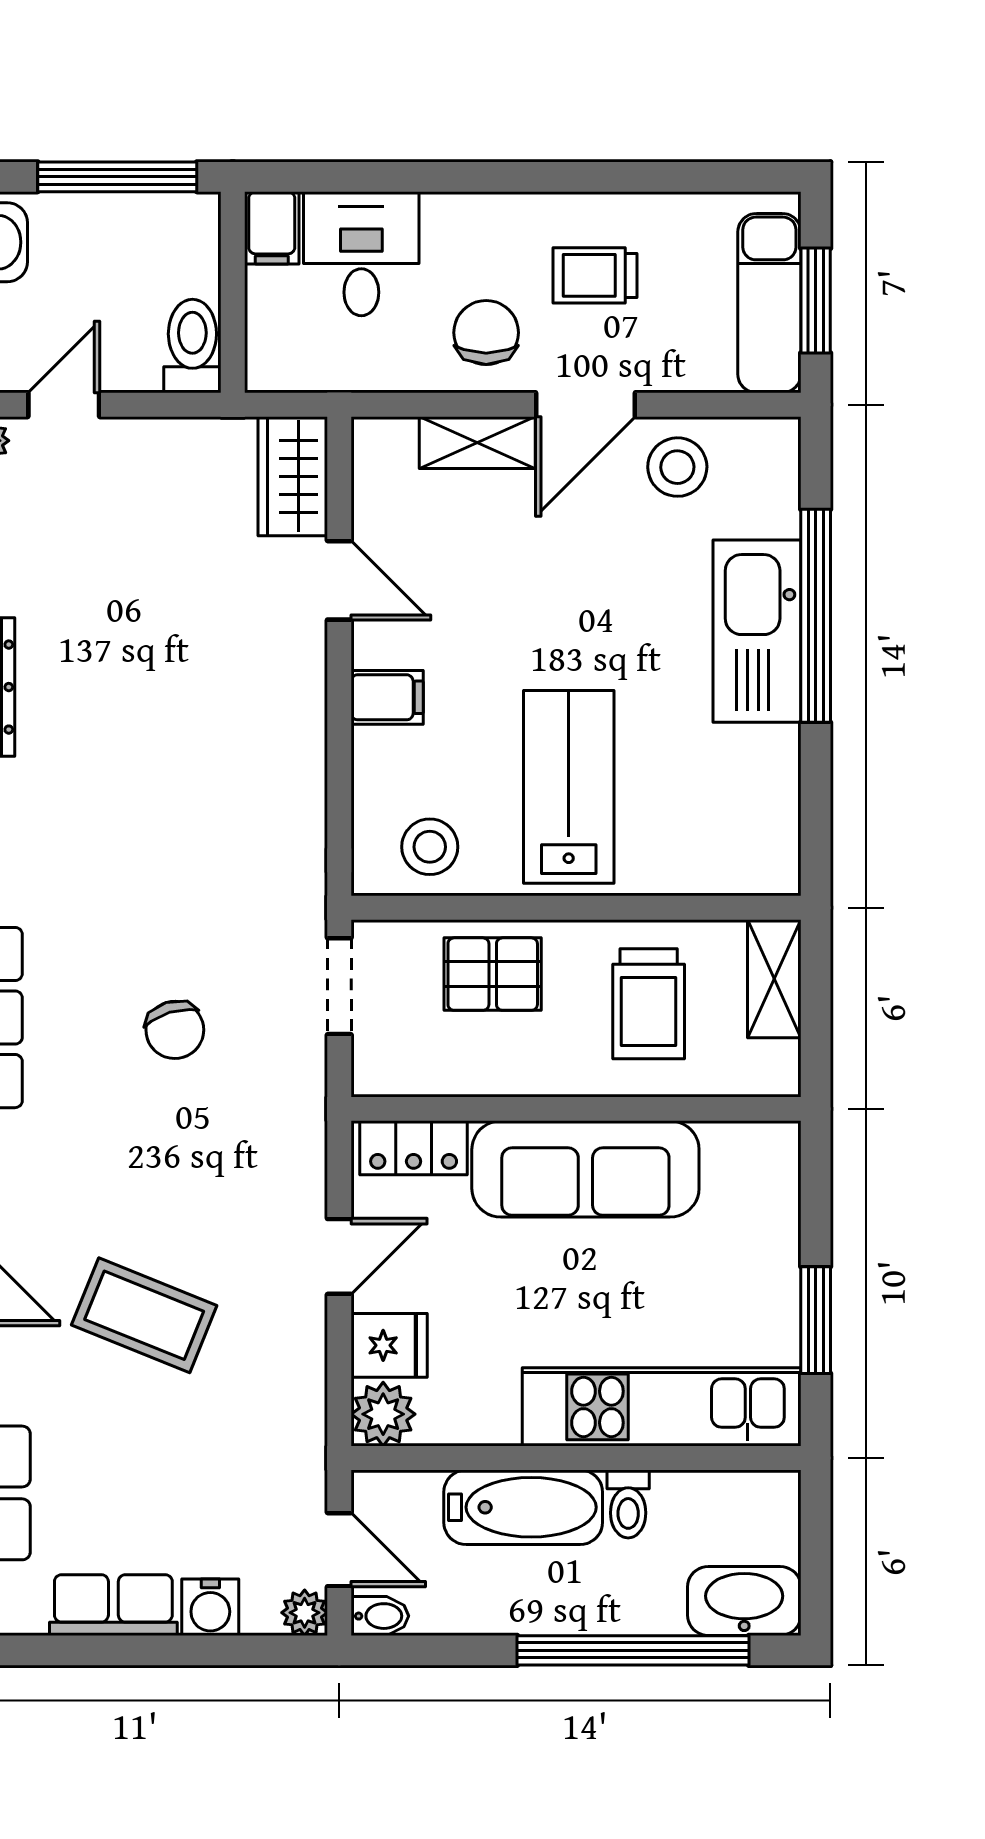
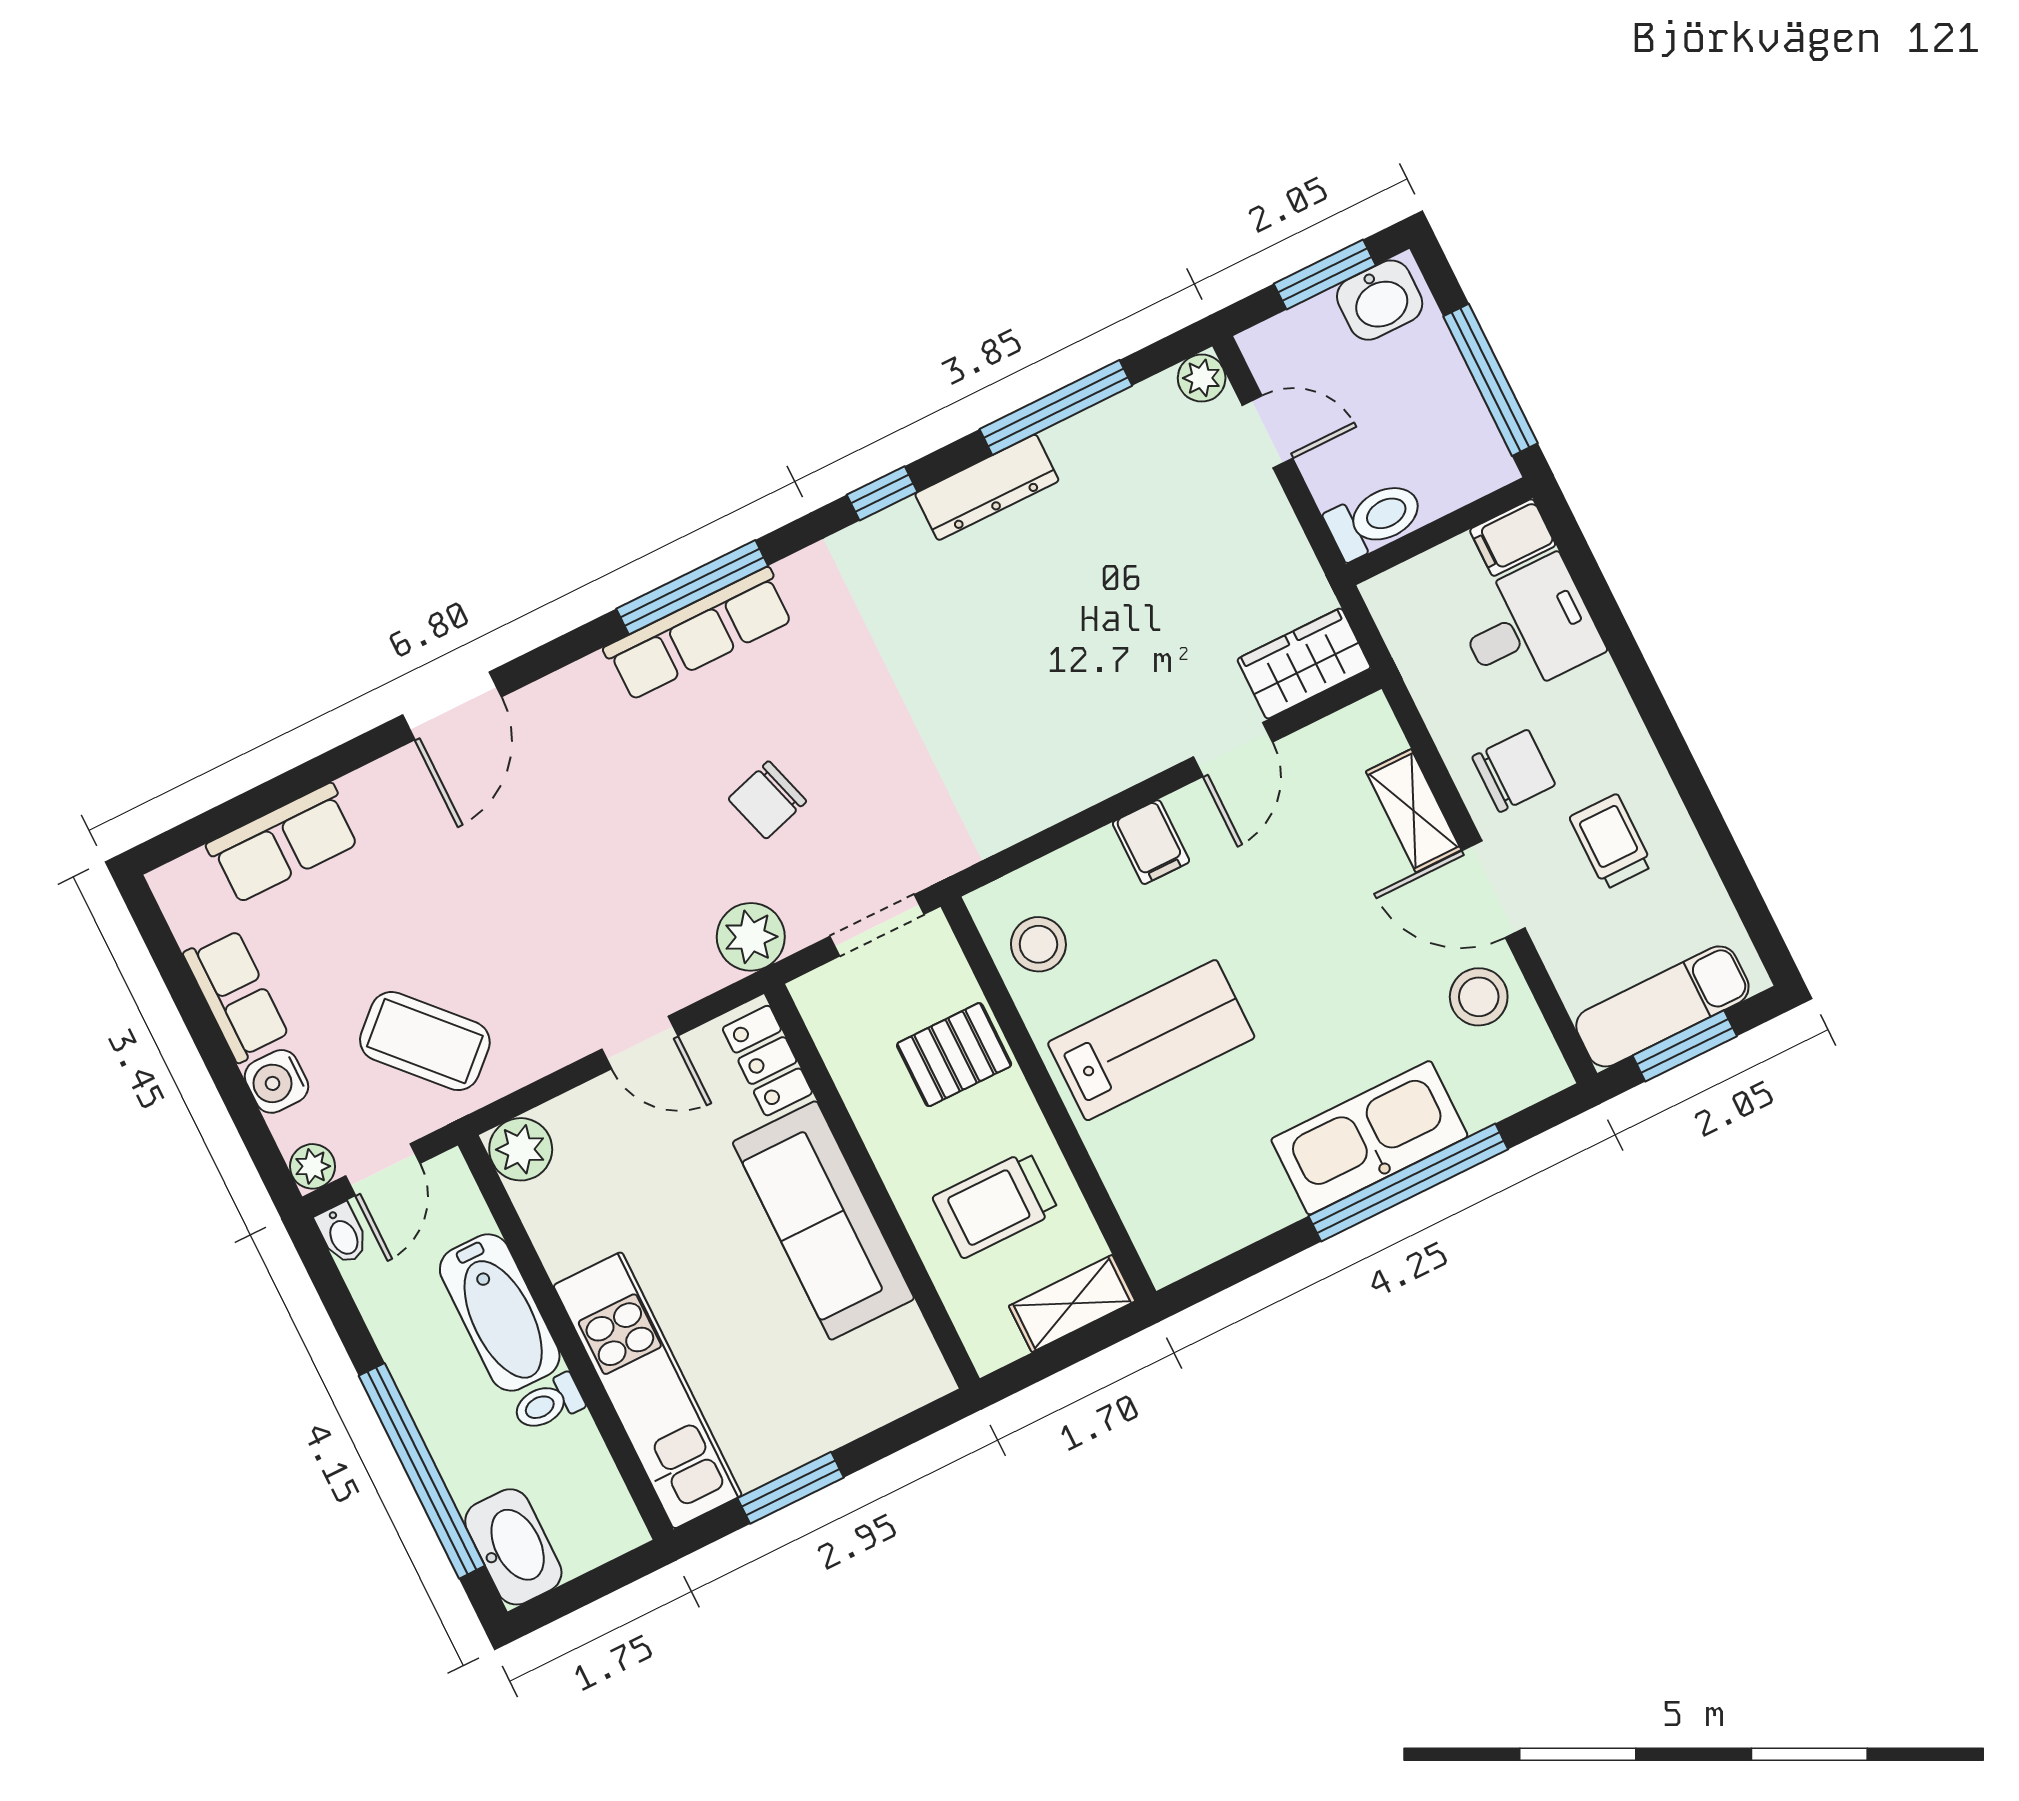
pallet: (493, 974) -> (954, 1055), turned 90
plant: (293, 1107) -> (751, 937), added
coffee table: (144, 1315) -> (425, 1041), moved, turned -65
fridge: (389, 1345) -> (584, 1125), removed

